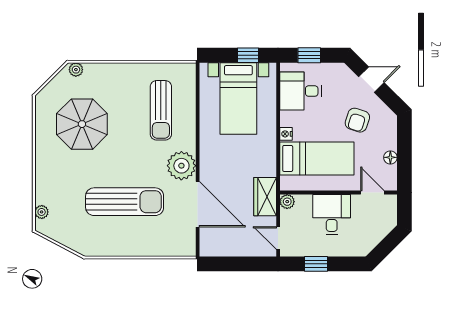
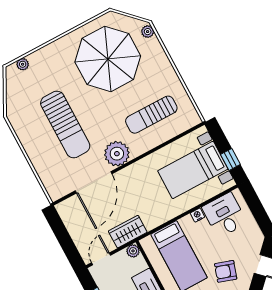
window: (309, 55) -> (256, 207), removed
parasol: (82, 124) -> (108, 59), width x1.36, depth x1.36
nightstand: (286, 134) -> (198, 215), moved

